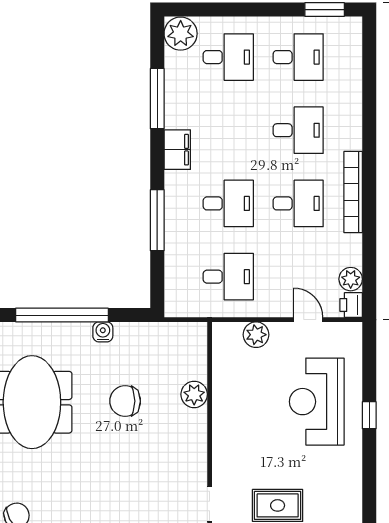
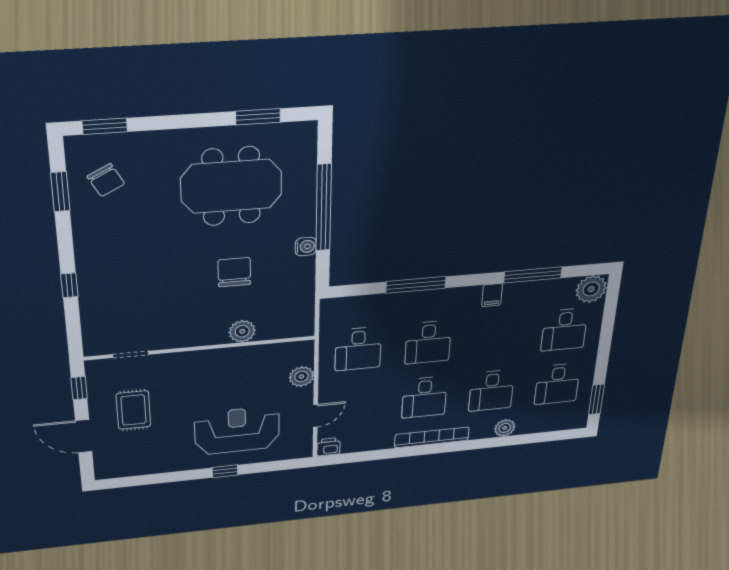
filing cabinet: (177, 150) -> (492, 295), width x0.50
plant: (351, 279) -> (505, 428), moved

